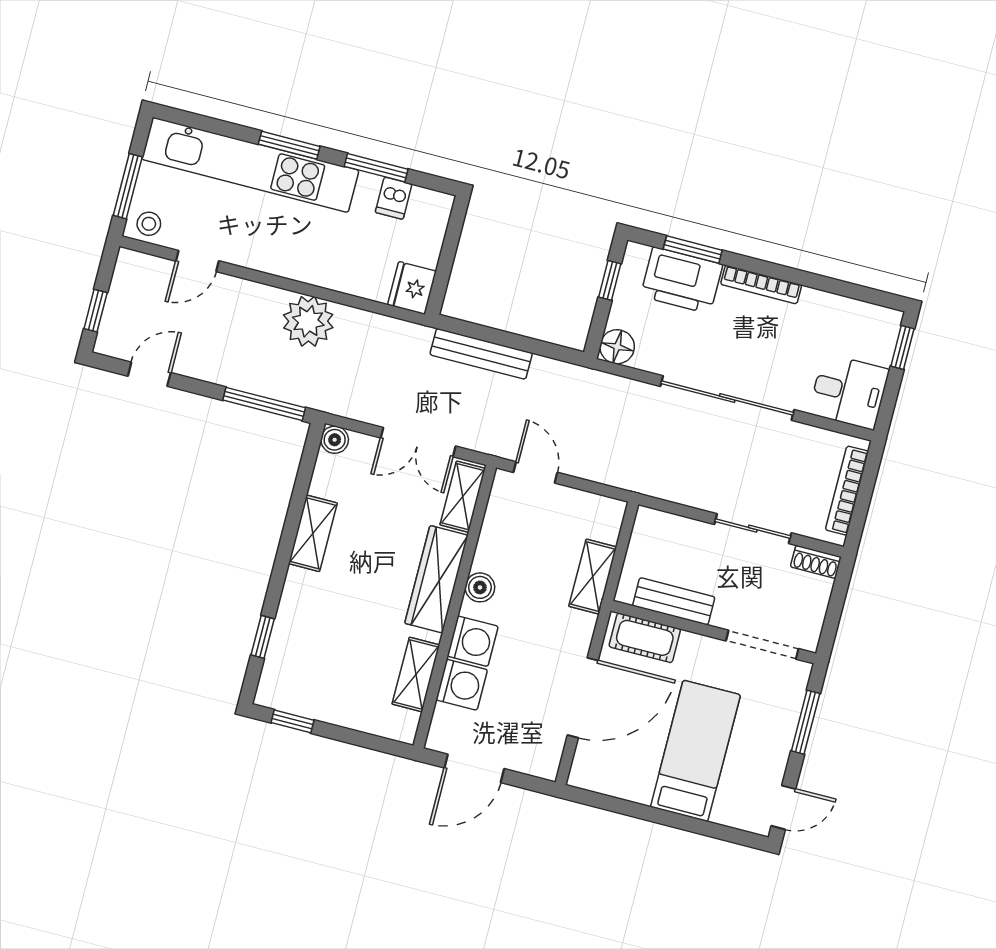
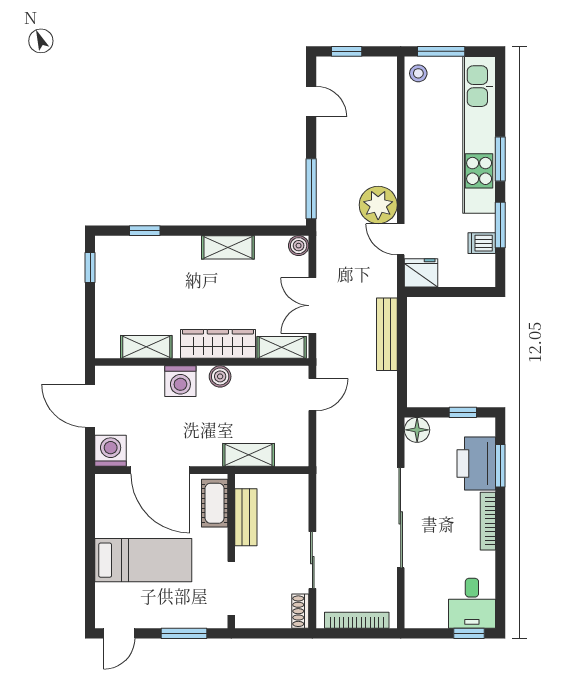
door: (197, 261) -> (401, 239), moved
desk: (849, 392) -> (472, 603), moved
washing machine: (462, 685) -> (111, 451), moved, turned 180
door: (783, 807) -> (119, 633), hinge flipped

